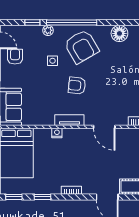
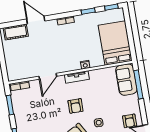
armchair: (77, 86) -> (75, 106), turned 84
door: (104, 127) -> (48, 76), swing flipped

